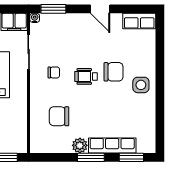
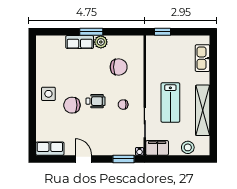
row of seats: (112, 145) -> (80, 42), width x0.68
window: (131, 157) -> (57, 32), removed

